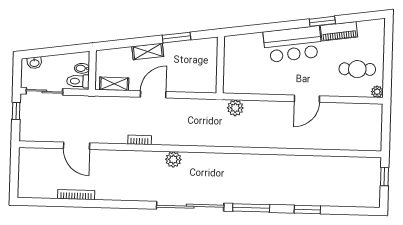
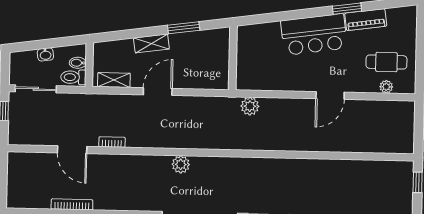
washbasin: (34, 63) -> (45, 54), moved
plant: (377, 92) -> (386, 87), moved
bookcase: (140, 140) -> (112, 142), moved

